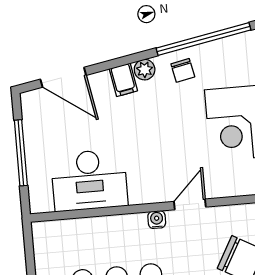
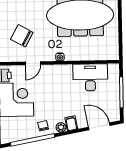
door: (190, 204) -> (33, 63), moved

